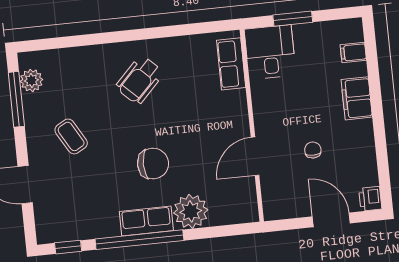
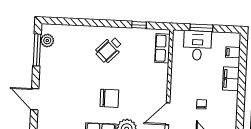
window: (185, 30) -> (139, 25), added
desk: (270, 52) -> (197, 45), moved
coffee table: (71, 136) -> (65, 76), removed
door: (255, 156) -> (168, 114), moved

